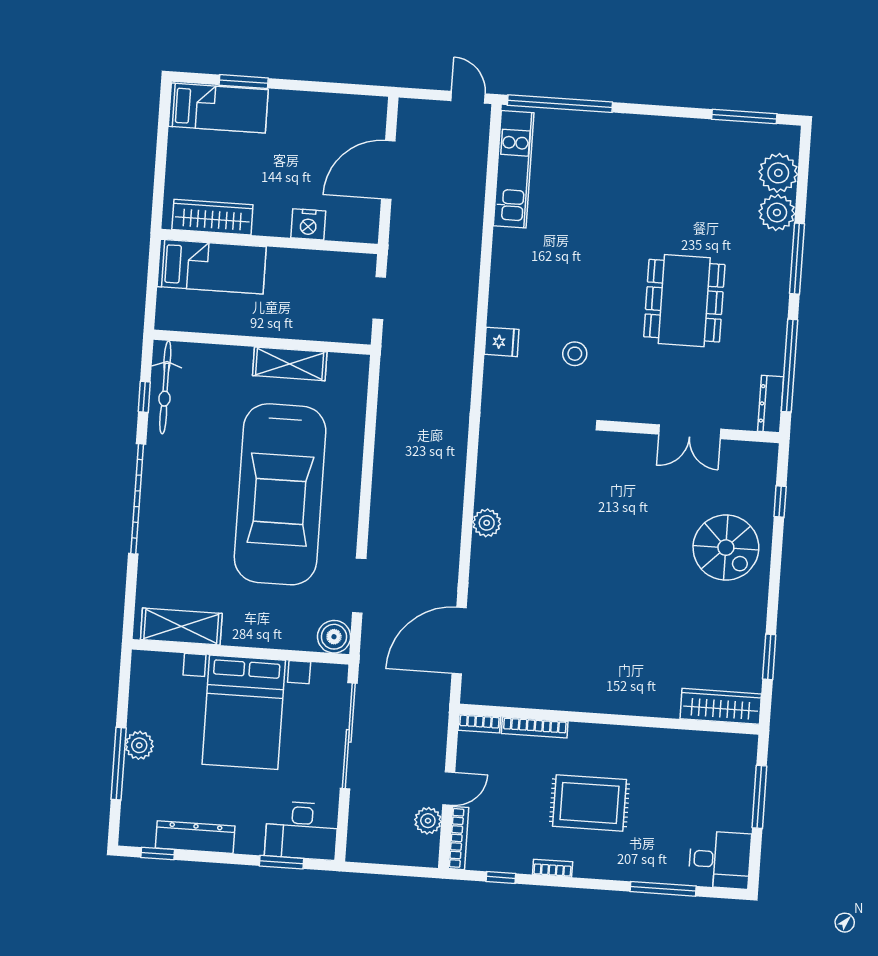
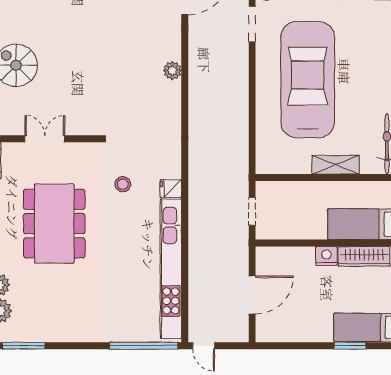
kitchen unit: (514, 169) -> (171, 269), width x1.86
nightstand: (308, 224) -> (326, 256), moved
dining table: (684, 301) -> (54, 224), width x1.36, depth x1.24
shelving: (290, 364) -> (336, 165), moved

